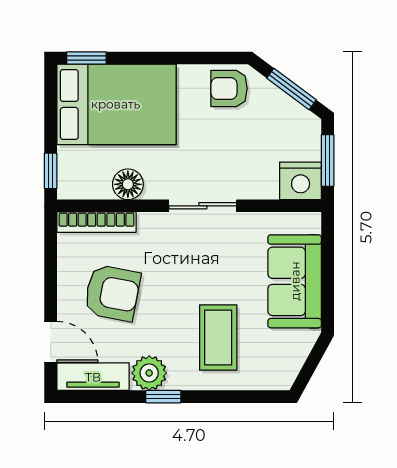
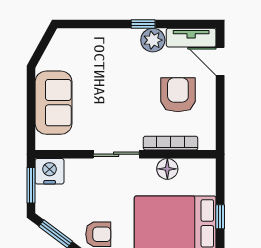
window: (51, 171) -> (220, 217), moved
bookcase: (96, 222) -> (171, 143), moved
armchair: (112, 293) -> (178, 95), turned 79
coffee table: (218, 337) -> (106, 64), removed

